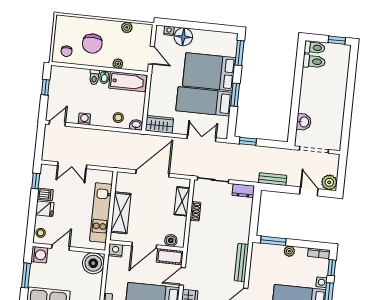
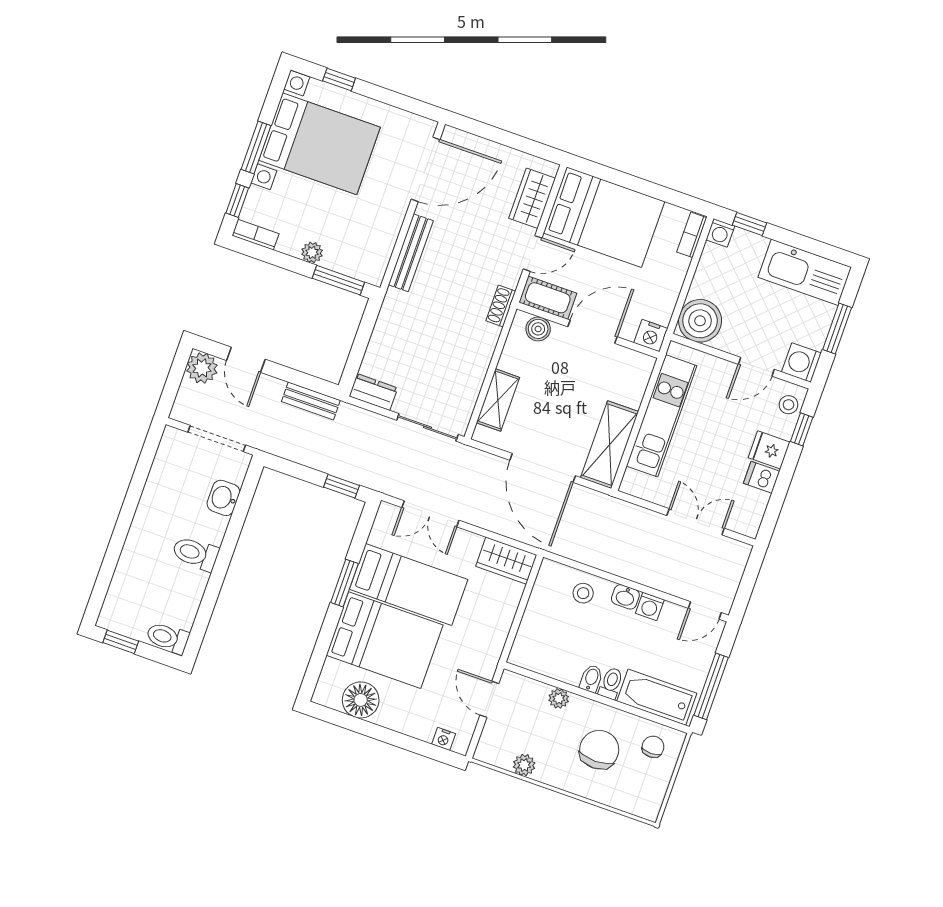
floor lamp: (183, 37) -> (361, 700), moved
window: (239, 53) -> (317, 662), removed
toilet: (314, 61) -> (195, 554), moved
bathtub: (128, 82) -> (657, 697), moved
window: (45, 87) -> (711, 686), width x2.17
washbasin: (136, 125) -> (625, 597), moved
door: (152, 174) -> (543, 468), hinge flipped
window: (36, 181) -> (802, 429), moved
shoe rack: (195, 211) -> (501, 306), moved
shelving: (121, 213) -> (610, 445), moved

